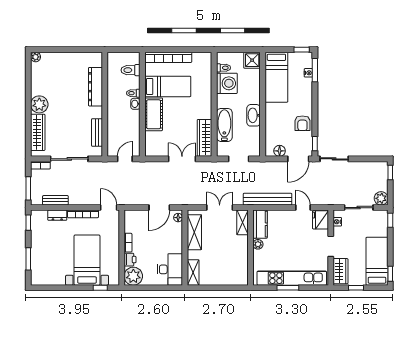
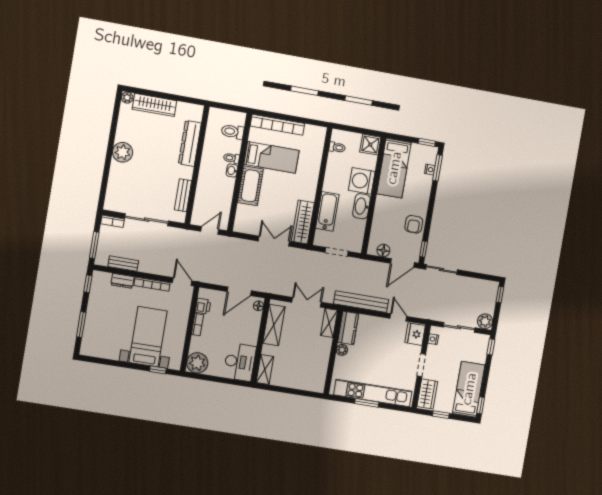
washing machine: (227, 83) -> (362, 181), moved, turned 180
wardrobe: (38, 132) -> (154, 105), moved, turned 90
printer: (130, 260) -> (203, 306), moved

